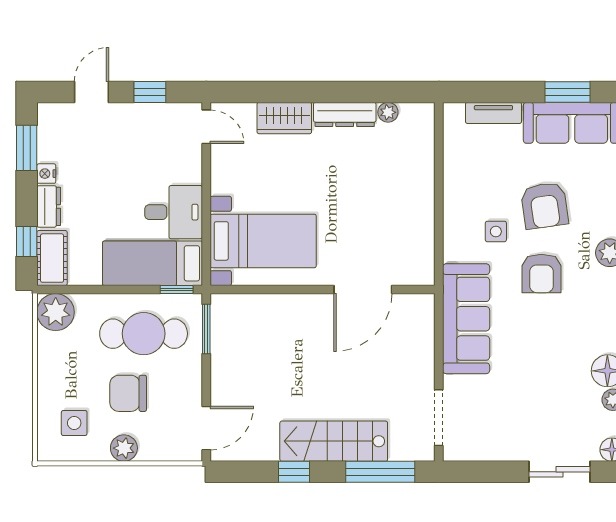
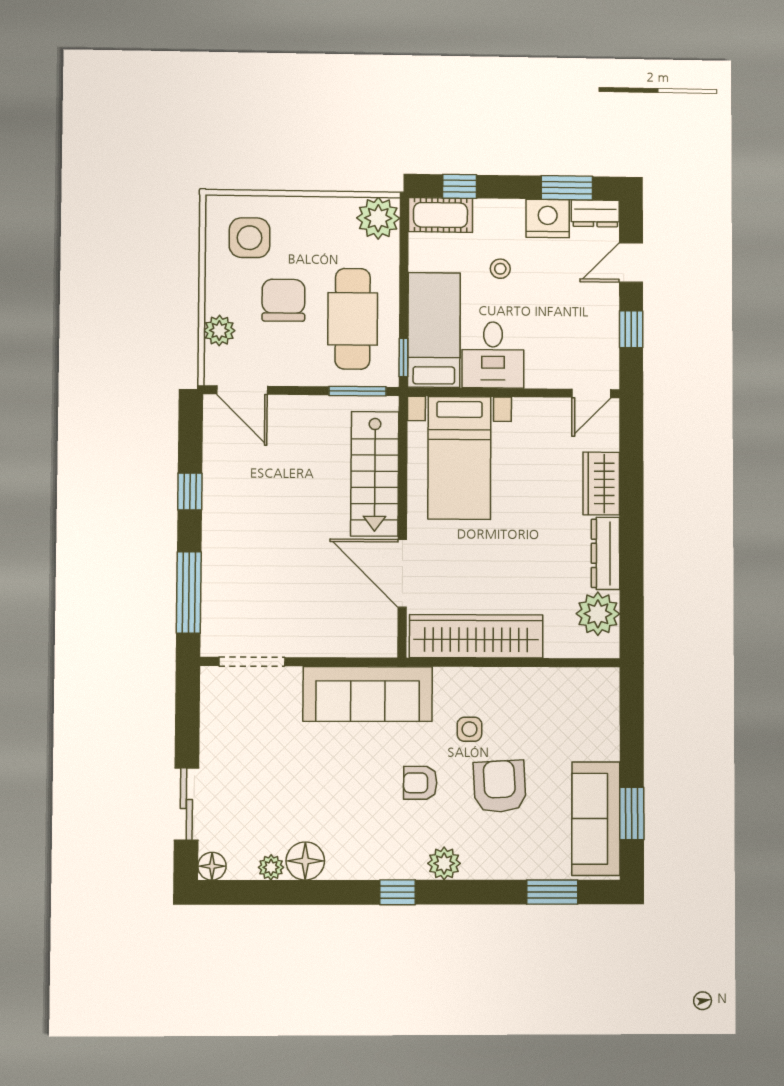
door: (92, 92) -> (631, 263), swing flipped
plant: (388, 112) -> (598, 614), width x1.87, depth x1.87
tv unit: (493, 113) -> (607, 727), removed
nightstand: (46, 174) -> (548, 218), width x1.89, depth x1.79
dresser: (49, 206) -> (595, 213), moved
stool: (98, 206) -> (500, 269), added
armchair: (544, 206) -> (500, 786), turned 95
wardrobe: (416, 226) -> (476, 636), added
armchair: (541, 273) -> (420, 783), width x0.72, depth x0.72
side table: (74, 423) -> (250, 238), width x1.37, depth x1.37
stairs: (334, 441) -> (375, 474), moved, turned 180
plant: (124, 448) -> (219, 331), moved

